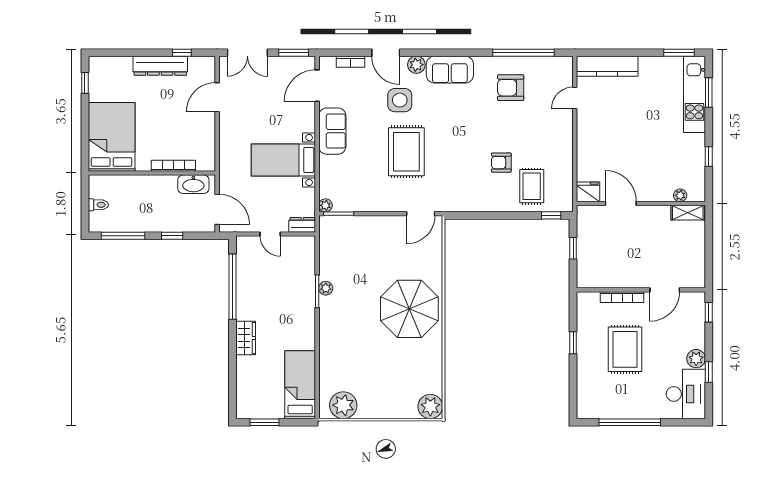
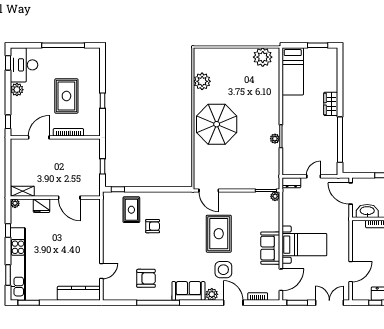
window: (524, 53) -> (158, 303), moved
kitchen unit: (695, 94) -> (18, 264), width x1.36
bed with nightstands: (283, 160) -> (304, 245), moved
fridge: (588, 192) -> (41, 206), moved
plant: (680, 195) -> (15, 203), moved
door: (421, 214) -> (209, 191), swing flipped
door: (270, 234) -> (314, 176), hinge flipped
window: (709, 372) -> (8, 63), moved
plant: (430, 407) -> (202, 81), moved

